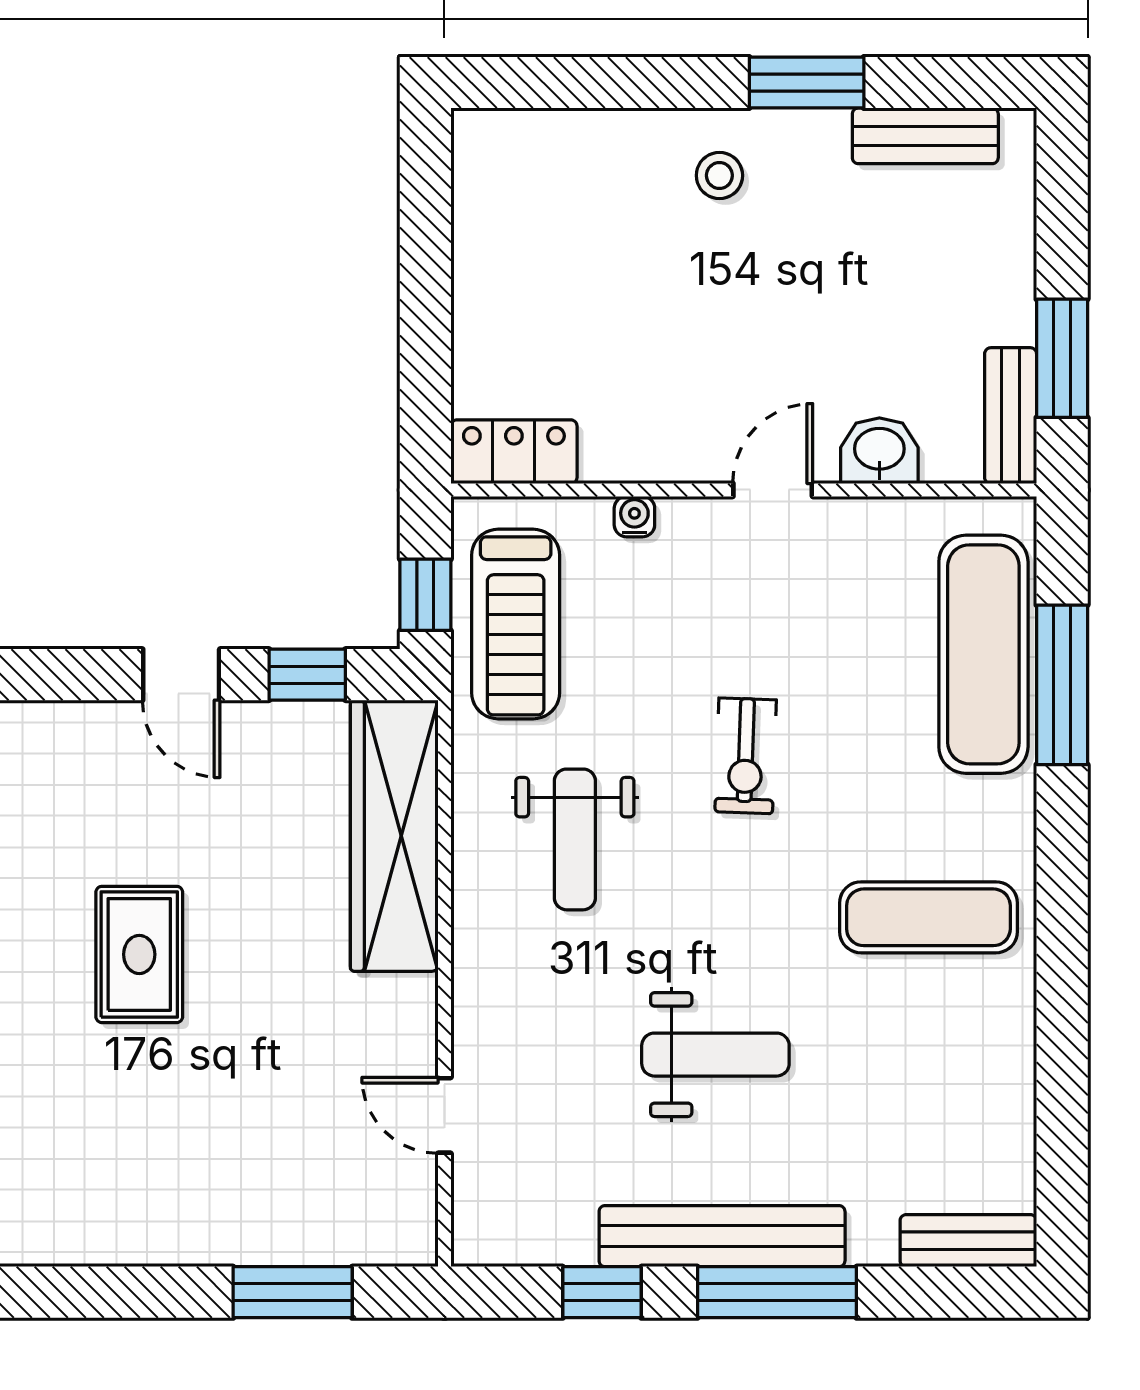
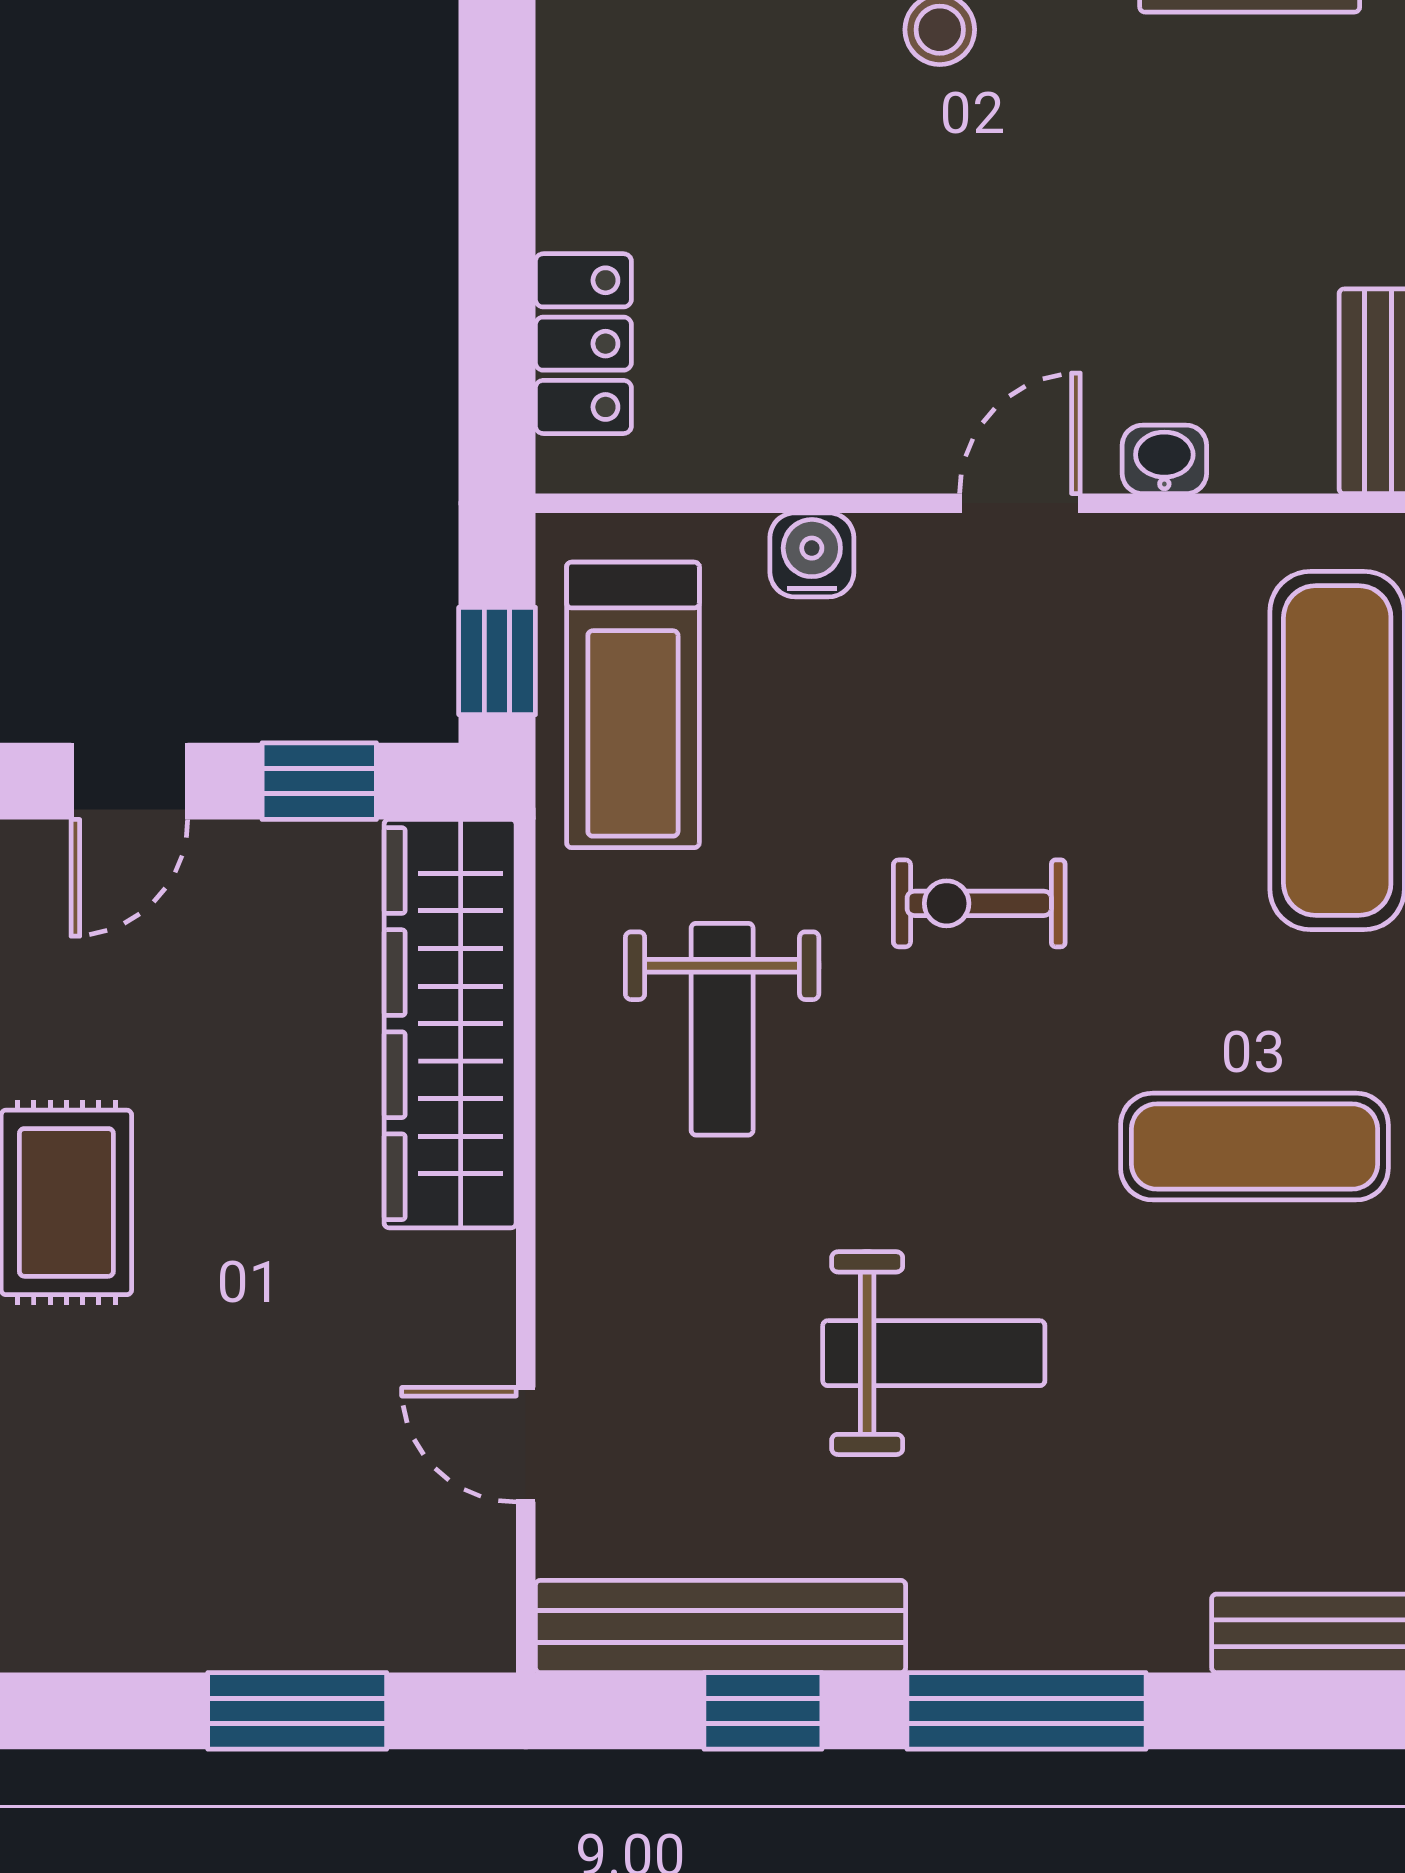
washbasin: (879, 451) -> (1164, 459), width x0.72, depth x0.69
locker: (514, 452) -> (583, 344), moved, turned 90
water cooler: (634, 517) -> (812, 555), width x1.38, depth x1.38
door: (181, 675) -> (129, 781), hinge flipped
exercise bike: (746, 756) -> (979, 903), turned 88
bench: (722, 1236) -> (721, 1626), moved

